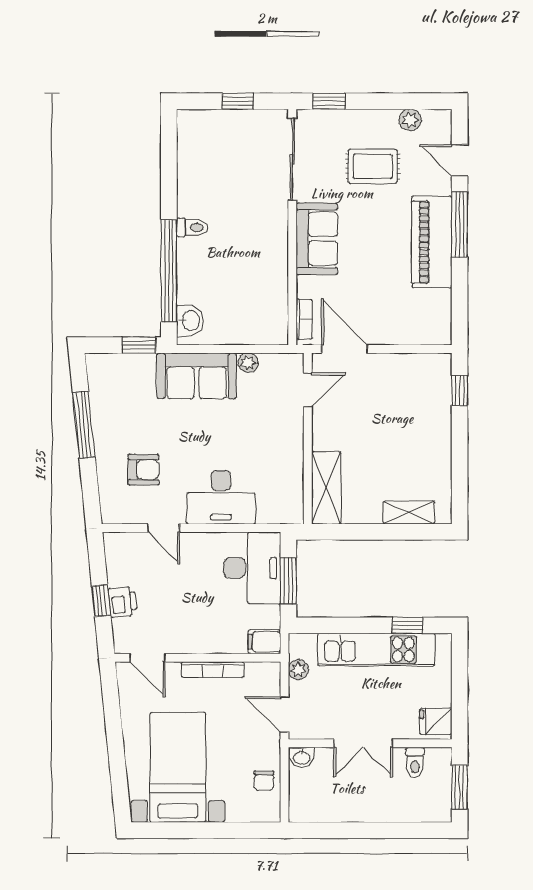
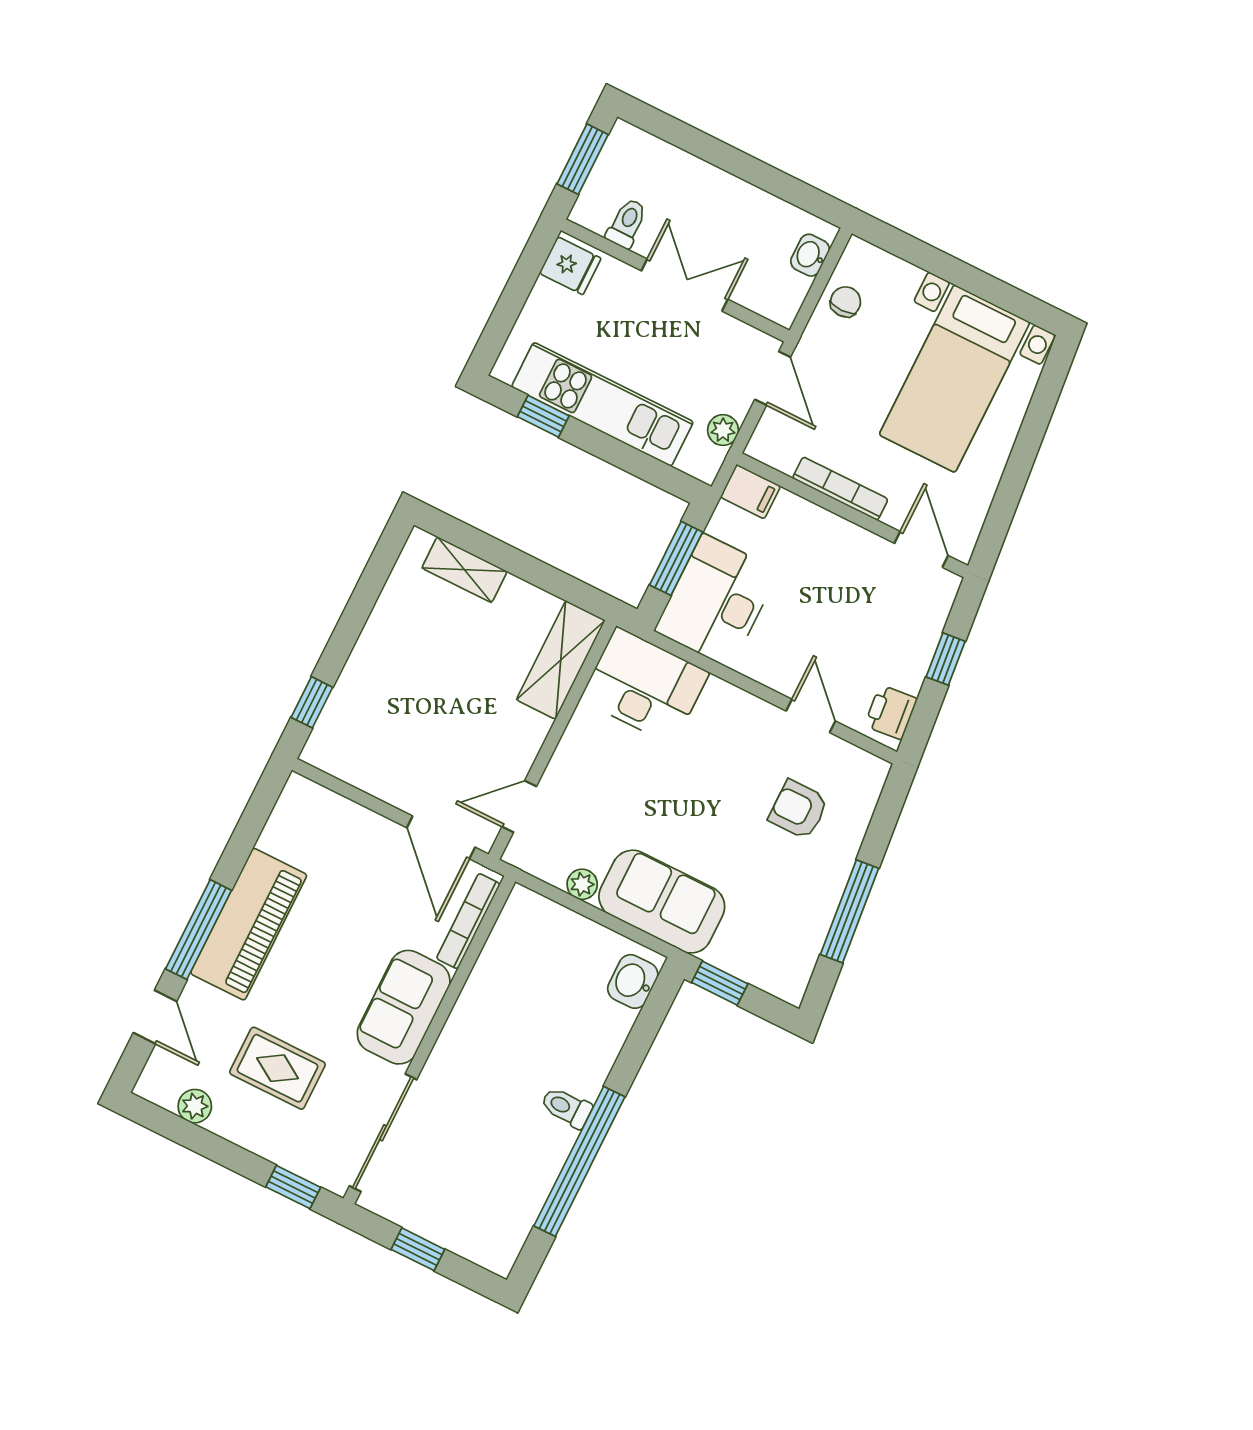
window: (169, 271) -> (579, 1161), moved
bookcase: (304, 319) -> (468, 921), width x1.56
desk: (221, 497) -> (645, 686), moved
printer: (123, 602) -> (891, 712), moved
washbasin: (302, 757) -> (810, 255), moved, turned -90

